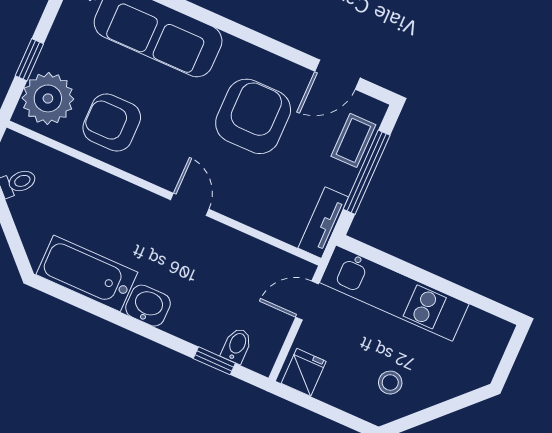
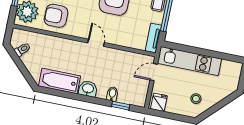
bidet: (237, 345) -> (112, 94), moved

